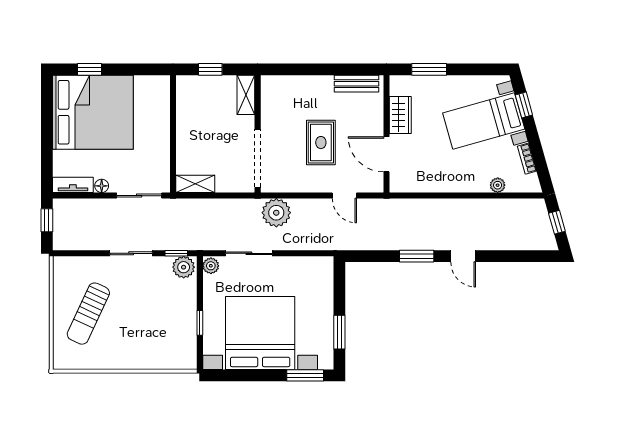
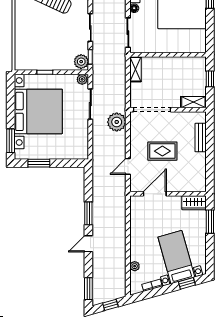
bench: (357, 84) -> (201, 138), moved
wardrobe: (400, 115) -> (194, 203), moved
window: (532, 256) -> (88, 289), added

